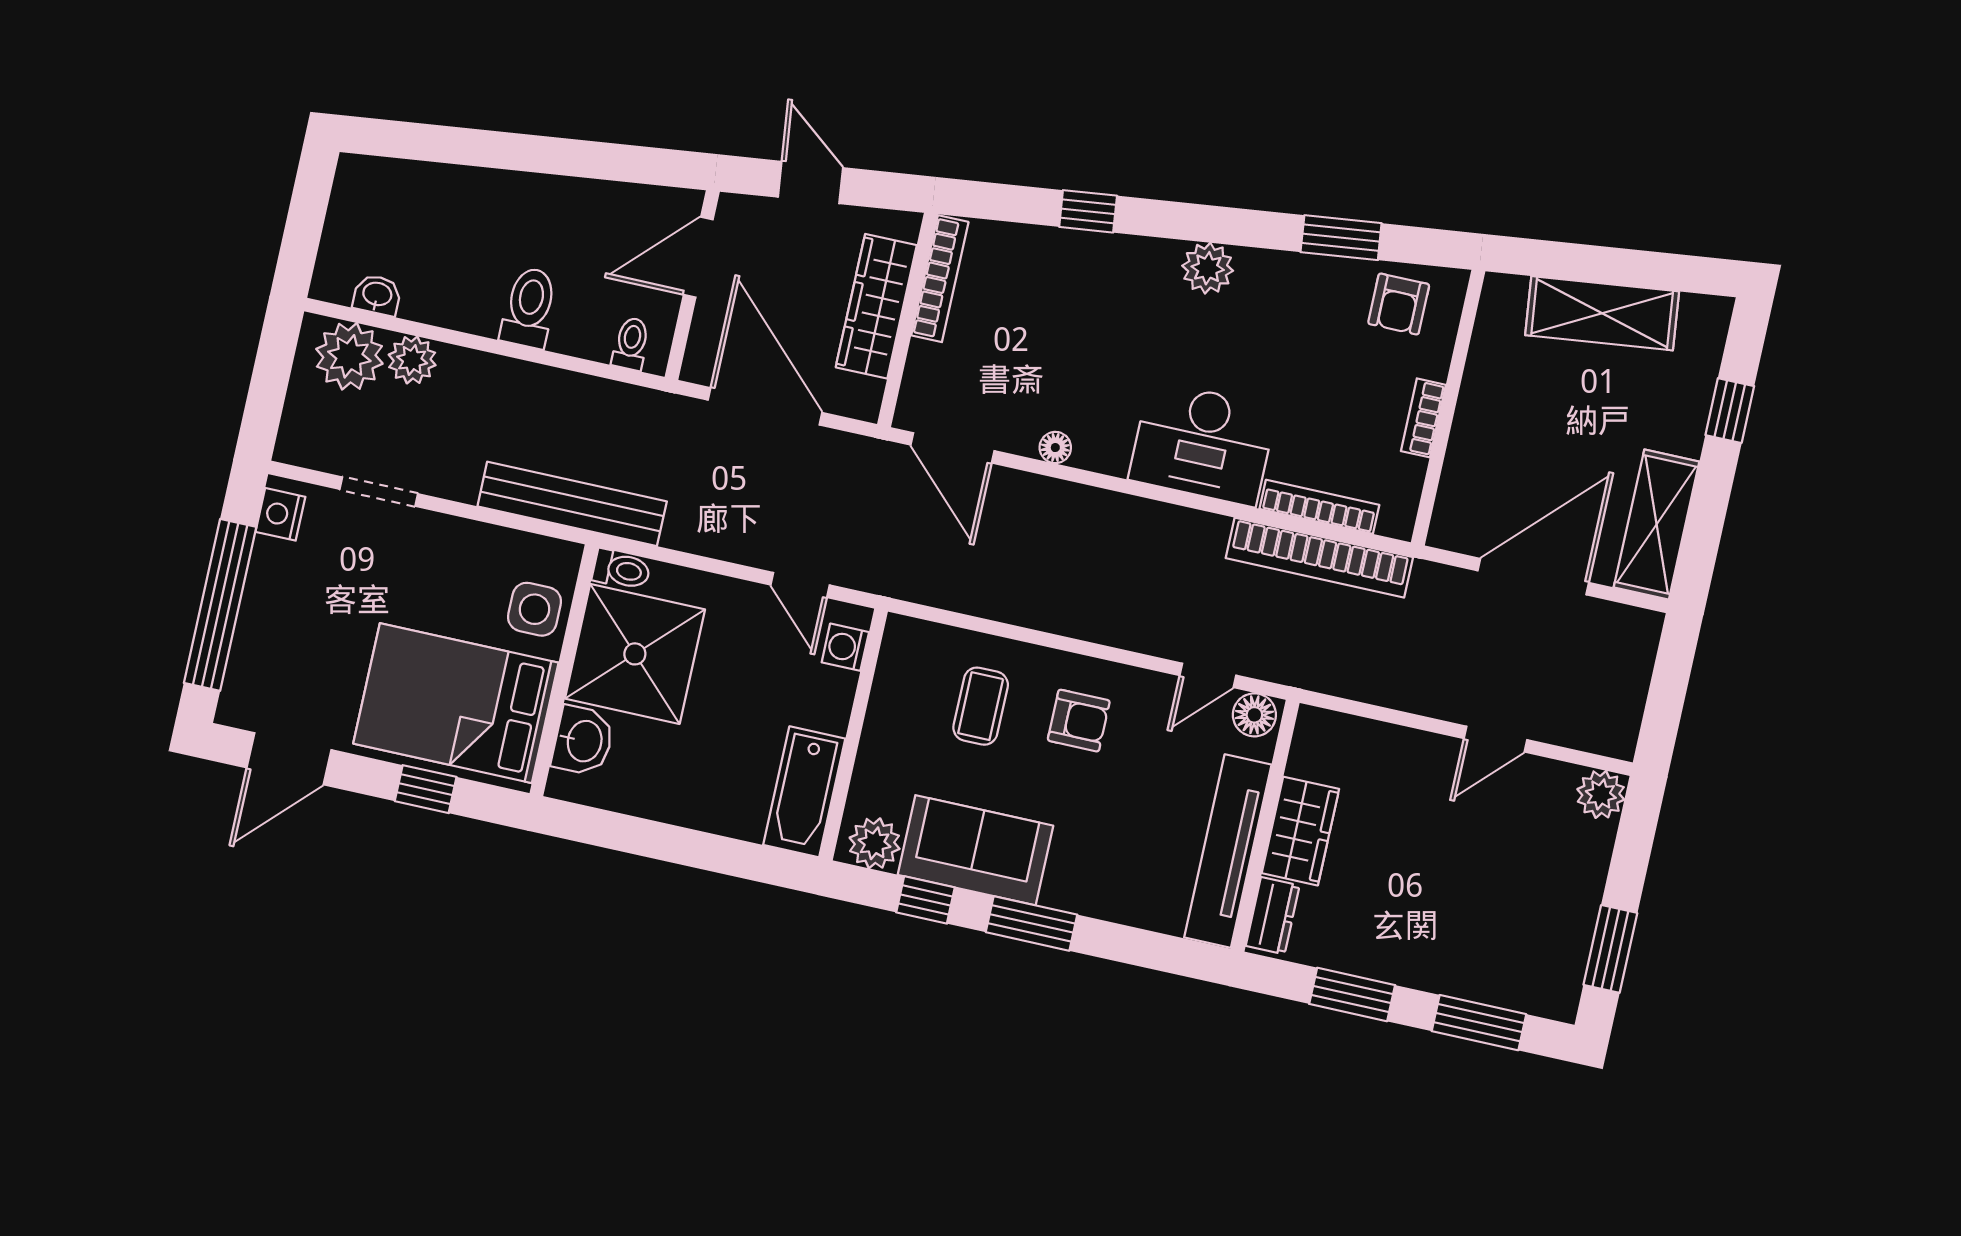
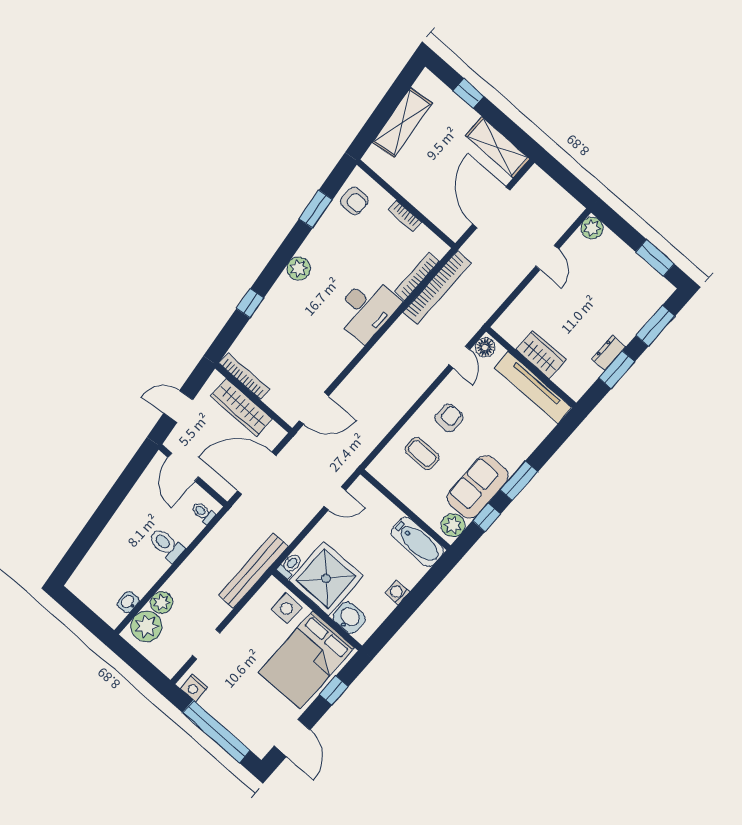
floor lamp: (1055, 448) -> (336, 368), removed
washing machine: (845, 647) -> (397, 592), moved, turned 90
dresser: (1273, 916) -> (609, 353), moved, turned -90

